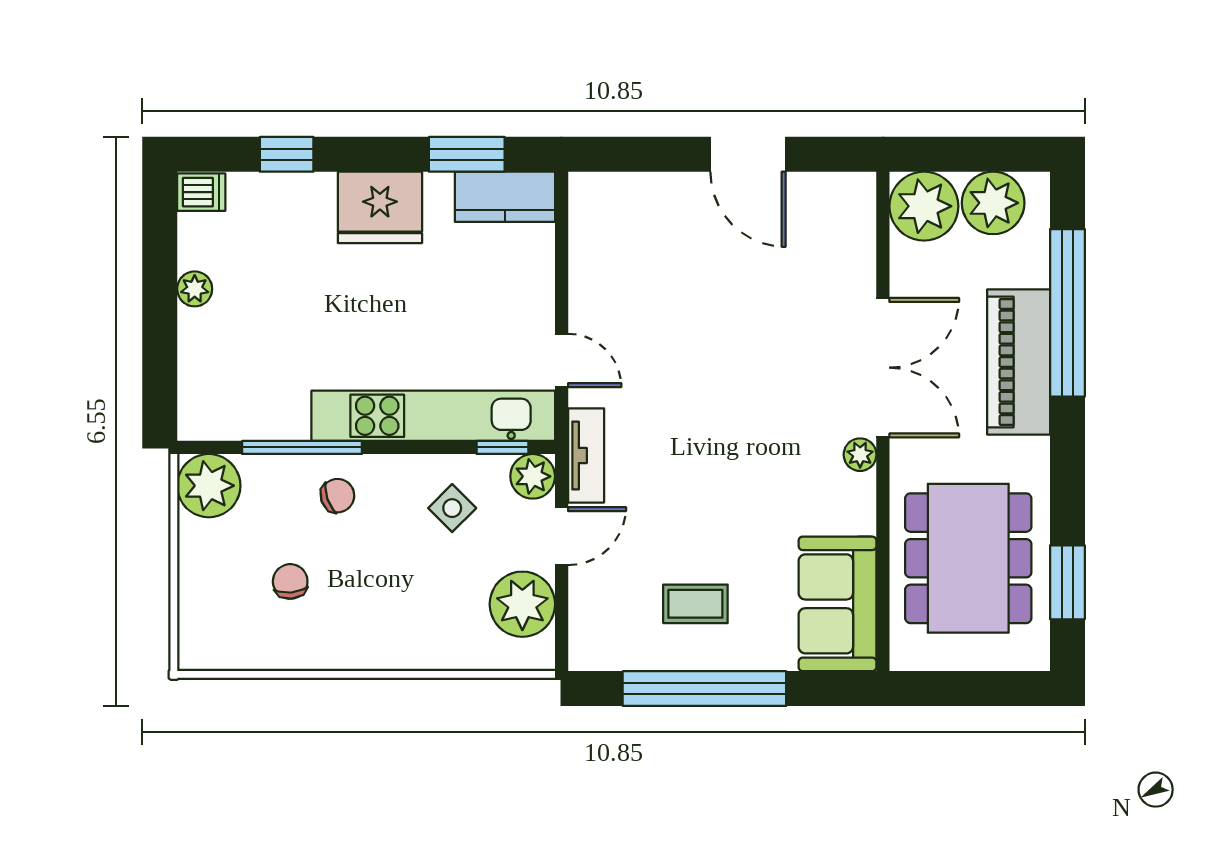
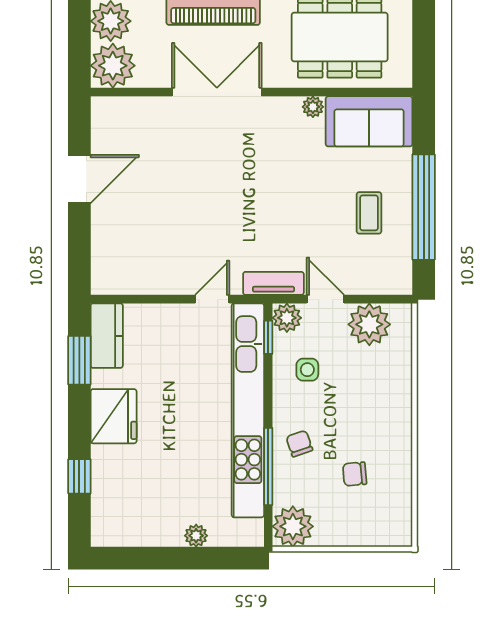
dishwasher: (201, 192) -> (104, 531), removed
plant: (195, 289) -> (196, 536), moved
kitchen unit: (433, 416) -> (248, 410), width x1.36
plant: (860, 455) -> (313, 107), moved
side table: (452, 508) -> (307, 370), turned 45

